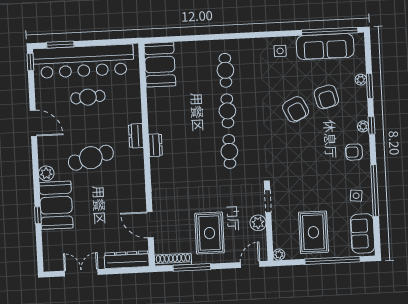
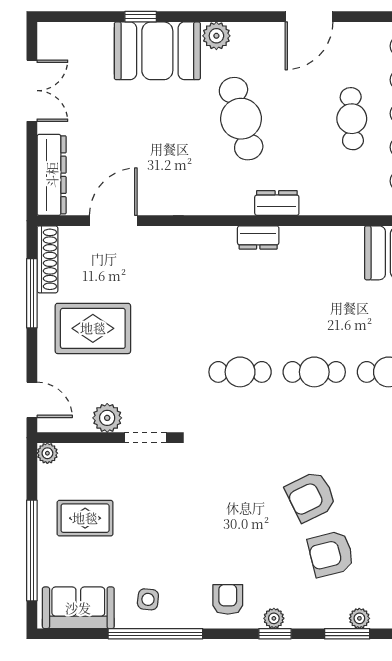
rug: (313, 232) -> (85, 518), width x0.73, depth x0.70

